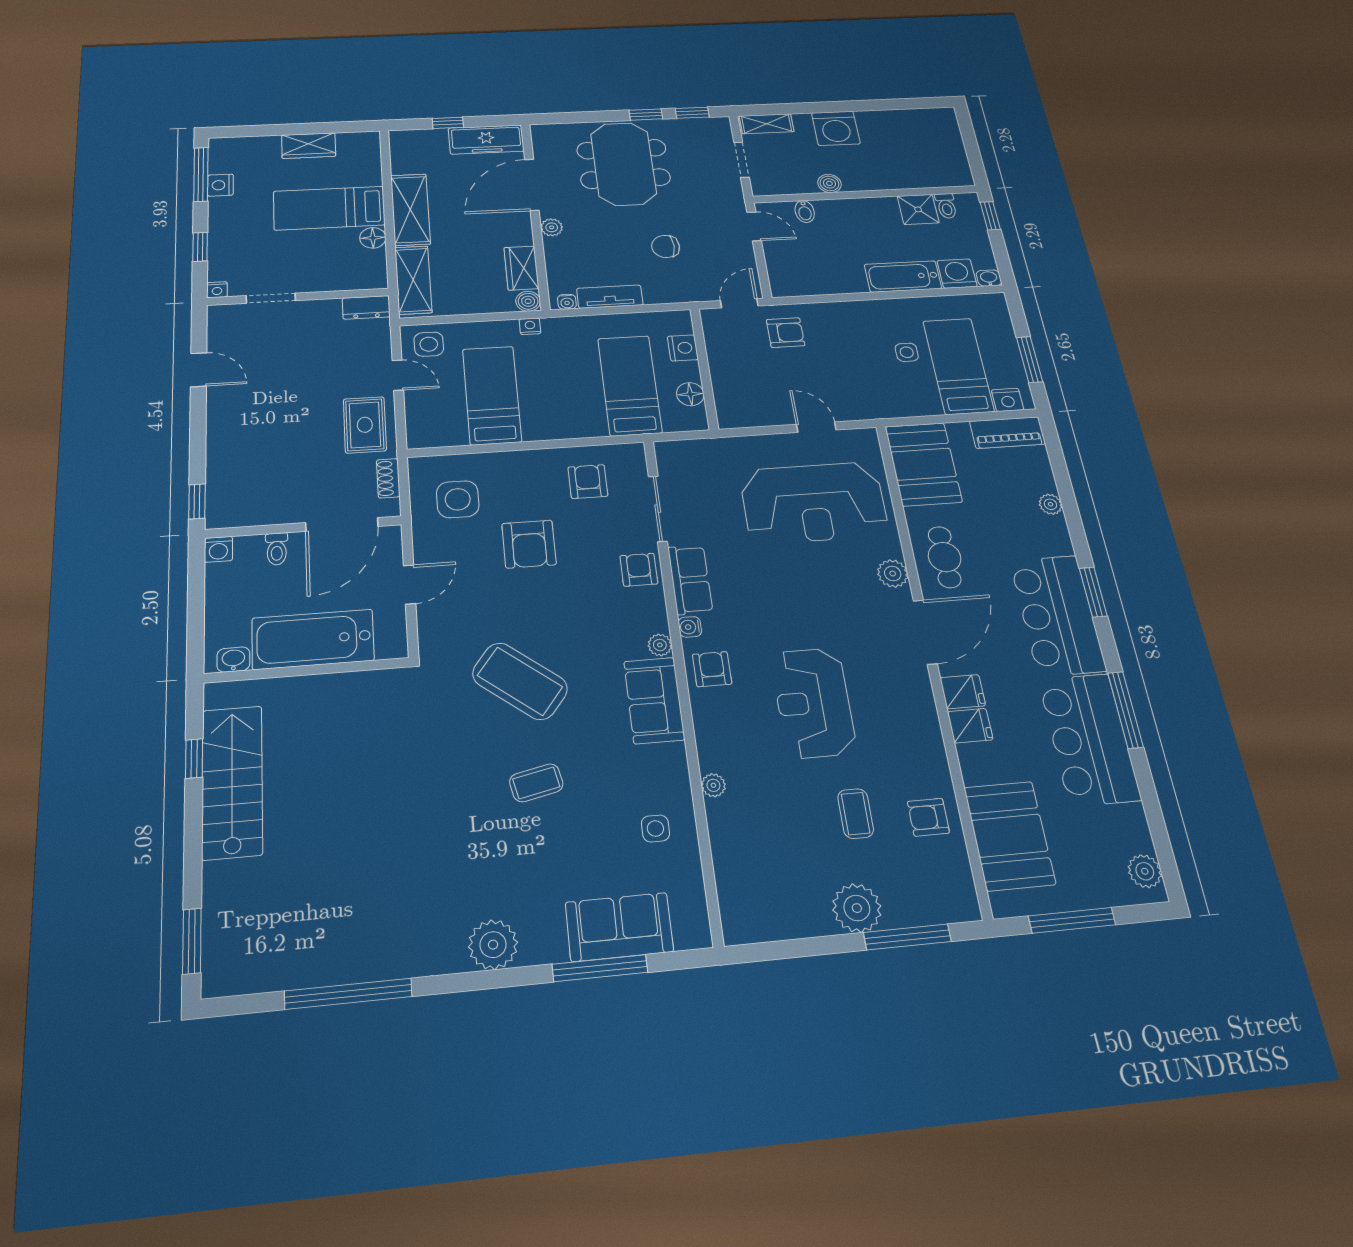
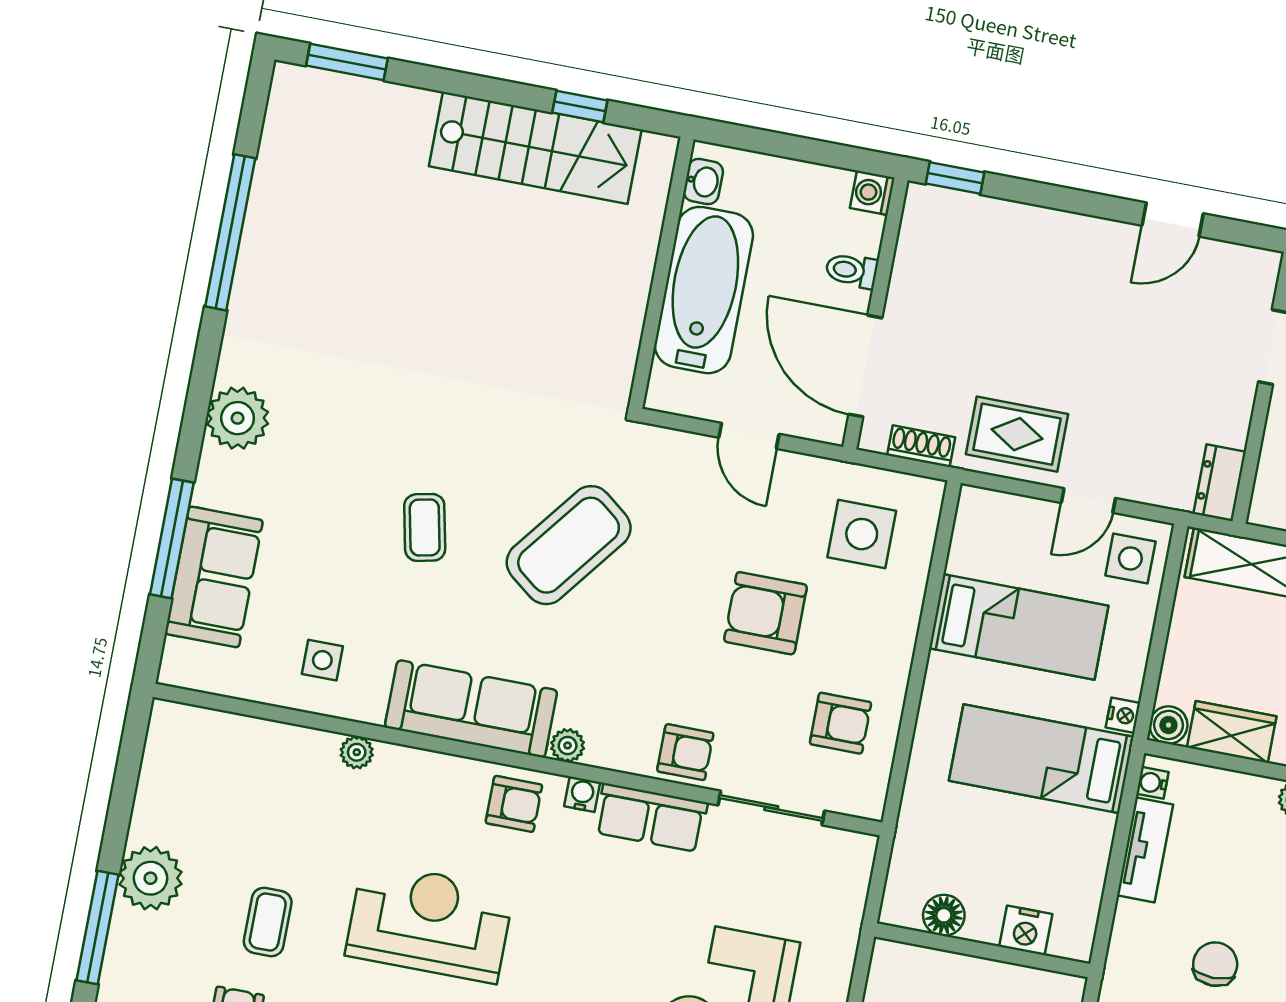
bed: (630, 385) -> (1041, 759), moved, turned 180
sofa: (654, 700) -> (471, 709), width x1.36
coffee table: (856, 814) -> (268, 922), turned 90

